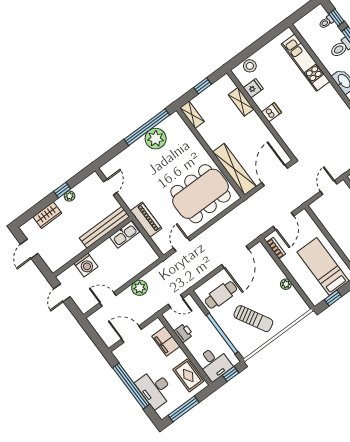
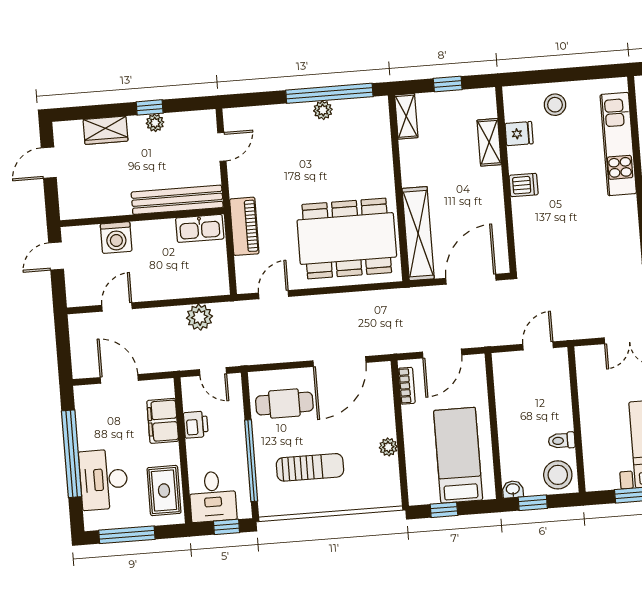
stool: (250, 66) -> (555, 105), moved
plant: (156, 139) -> (323, 110), width x0.53, depth x0.53
plant: (140, 288) -> (199, 317), moved
door: (108, 299) -> (117, 307), hinge flipped
sun lounger: (253, 319) -> (310, 467), turned -61

